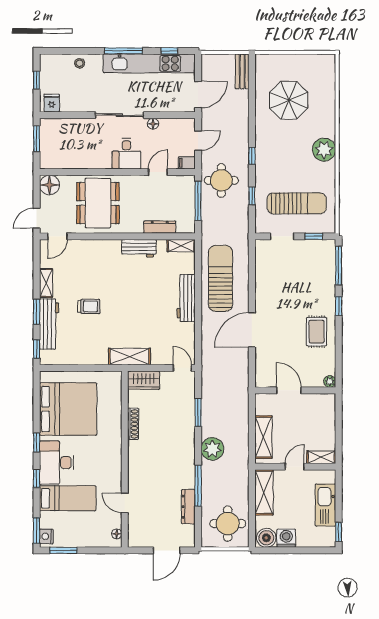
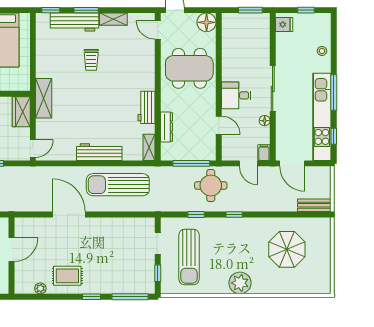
filing cabinet: (187, 163) -> (264, 153), moved
sun lounger: (221, 278) -> (118, 185), turned 180
plant: (330, 381) -> (40, 288), moved

